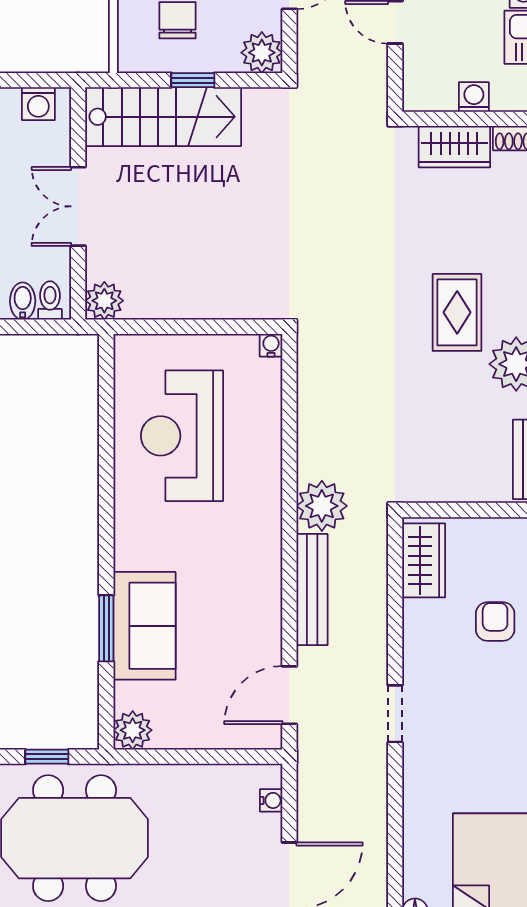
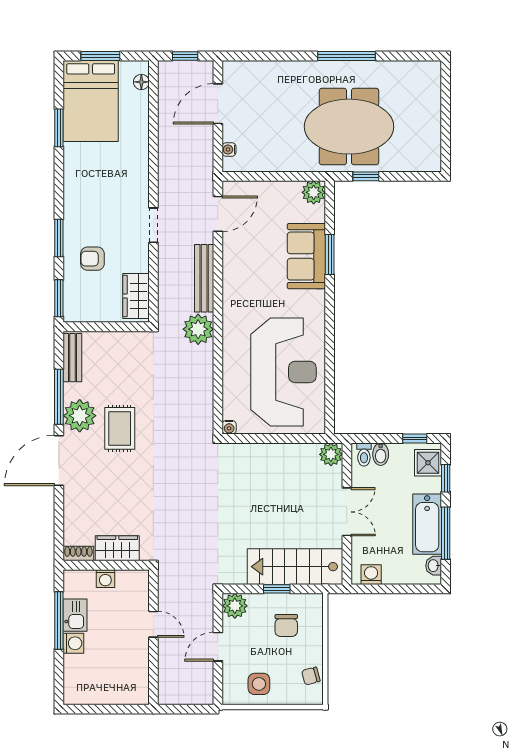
rug: (457, 312) -> (120, 428), moved
reception desk: (182, 436) -> (283, 372), width x1.36, depth x1.30
armchair: (495, 622) -> (92, 259), turned 90
doorway: (395, 714) -> (153, 225), moved

